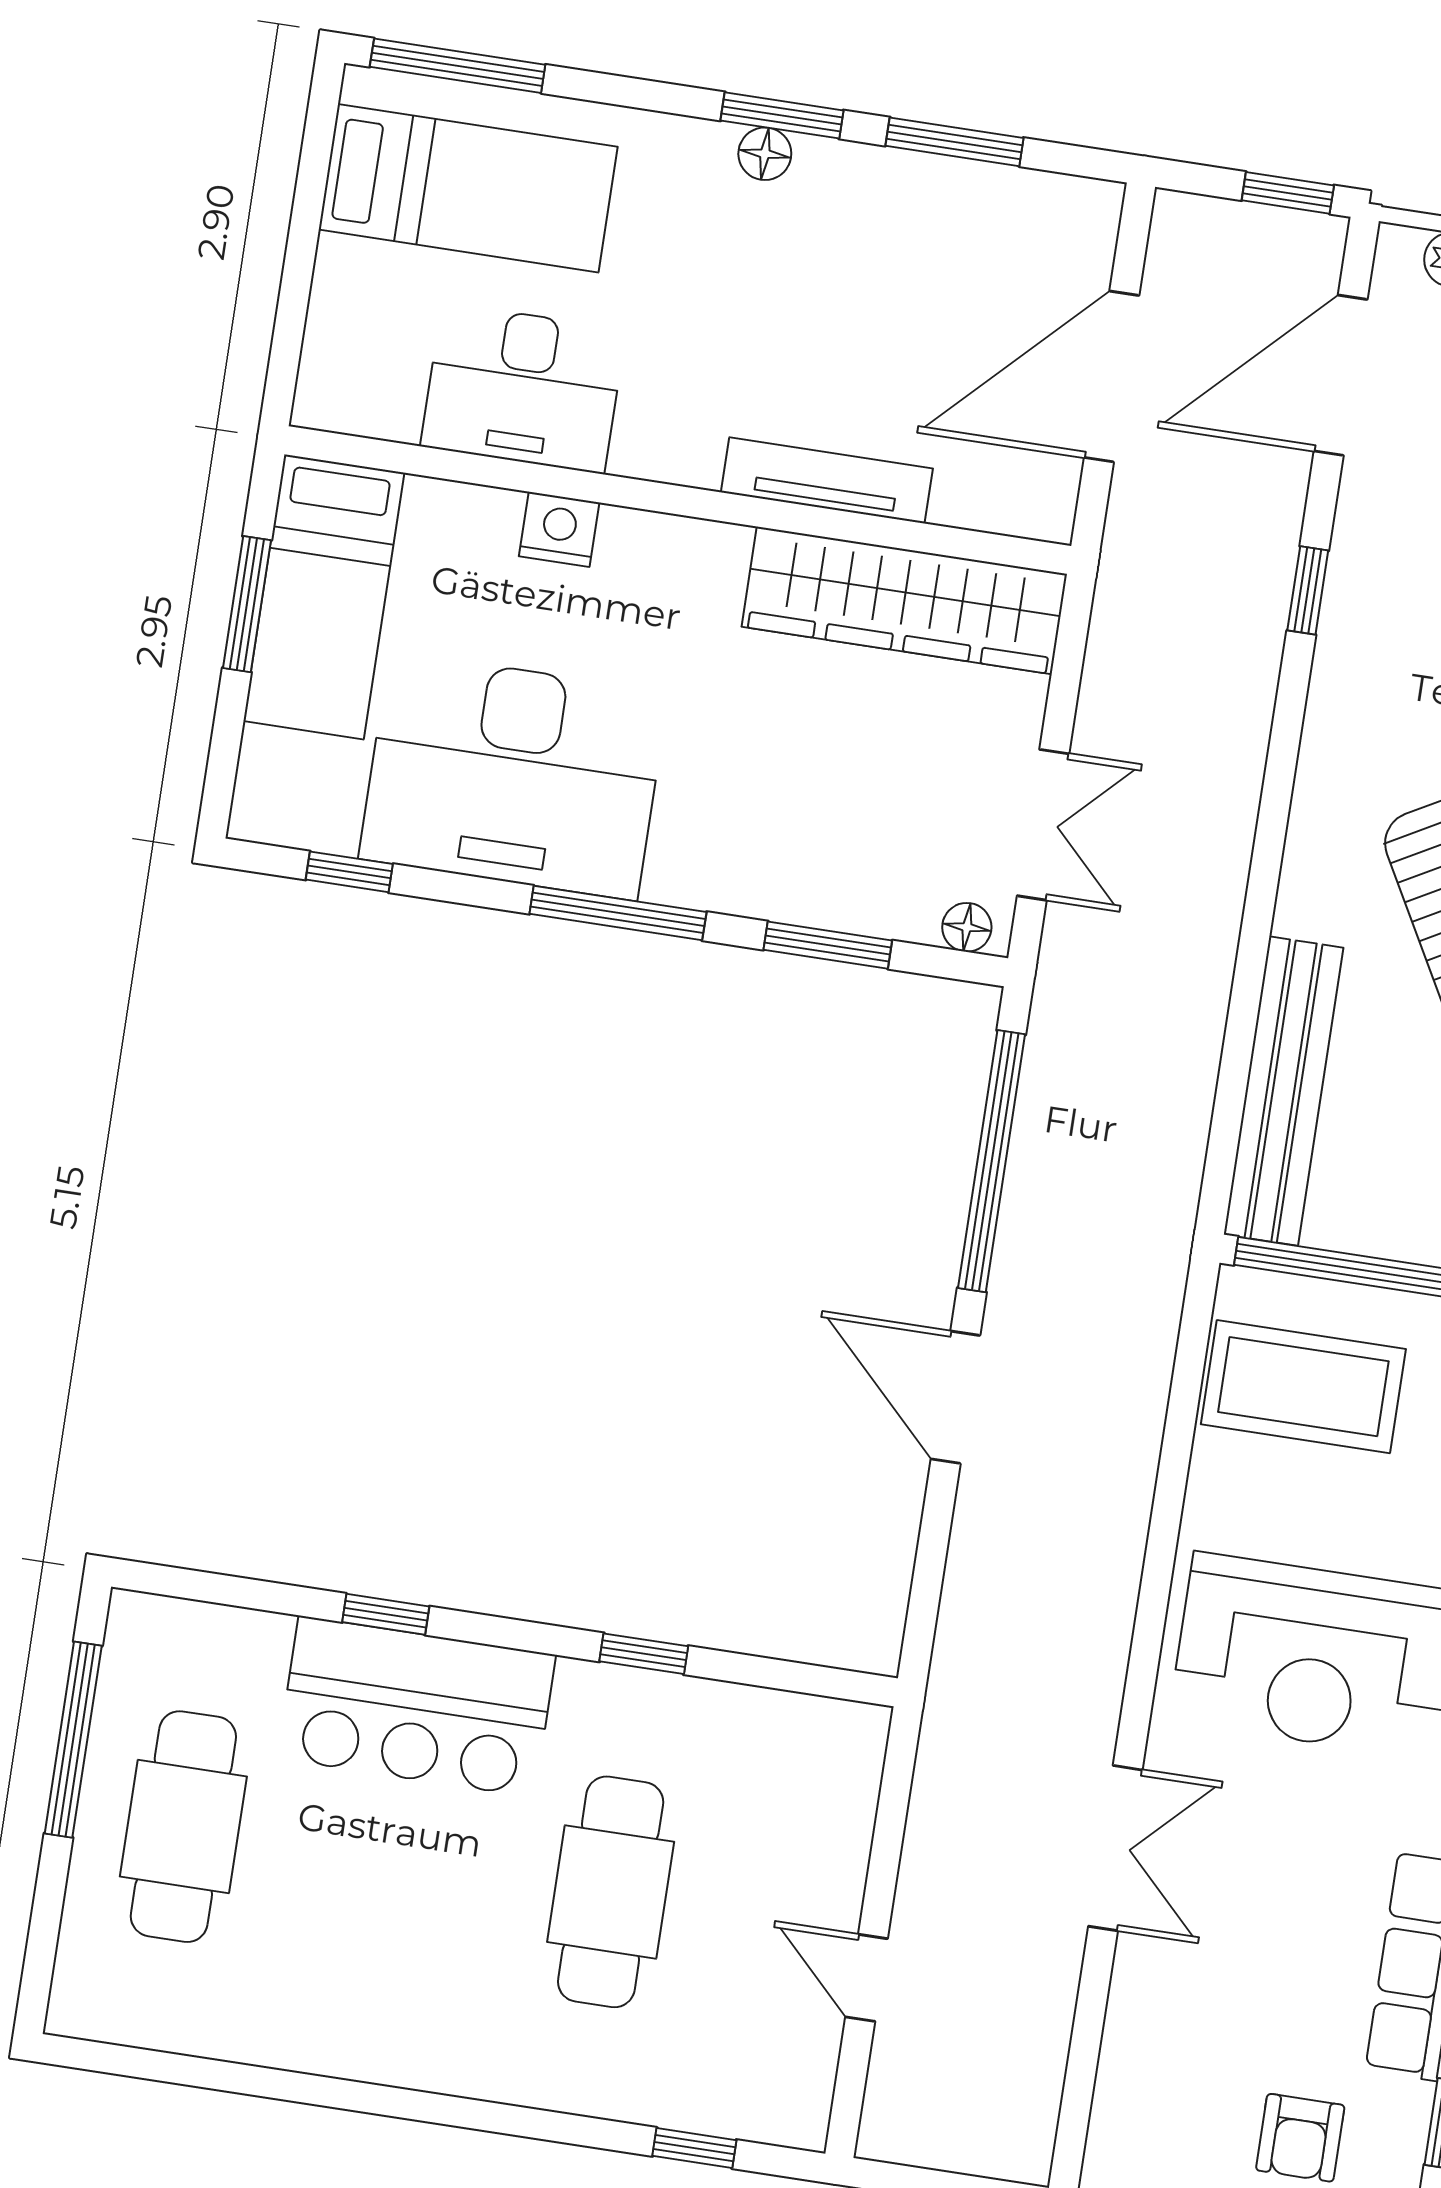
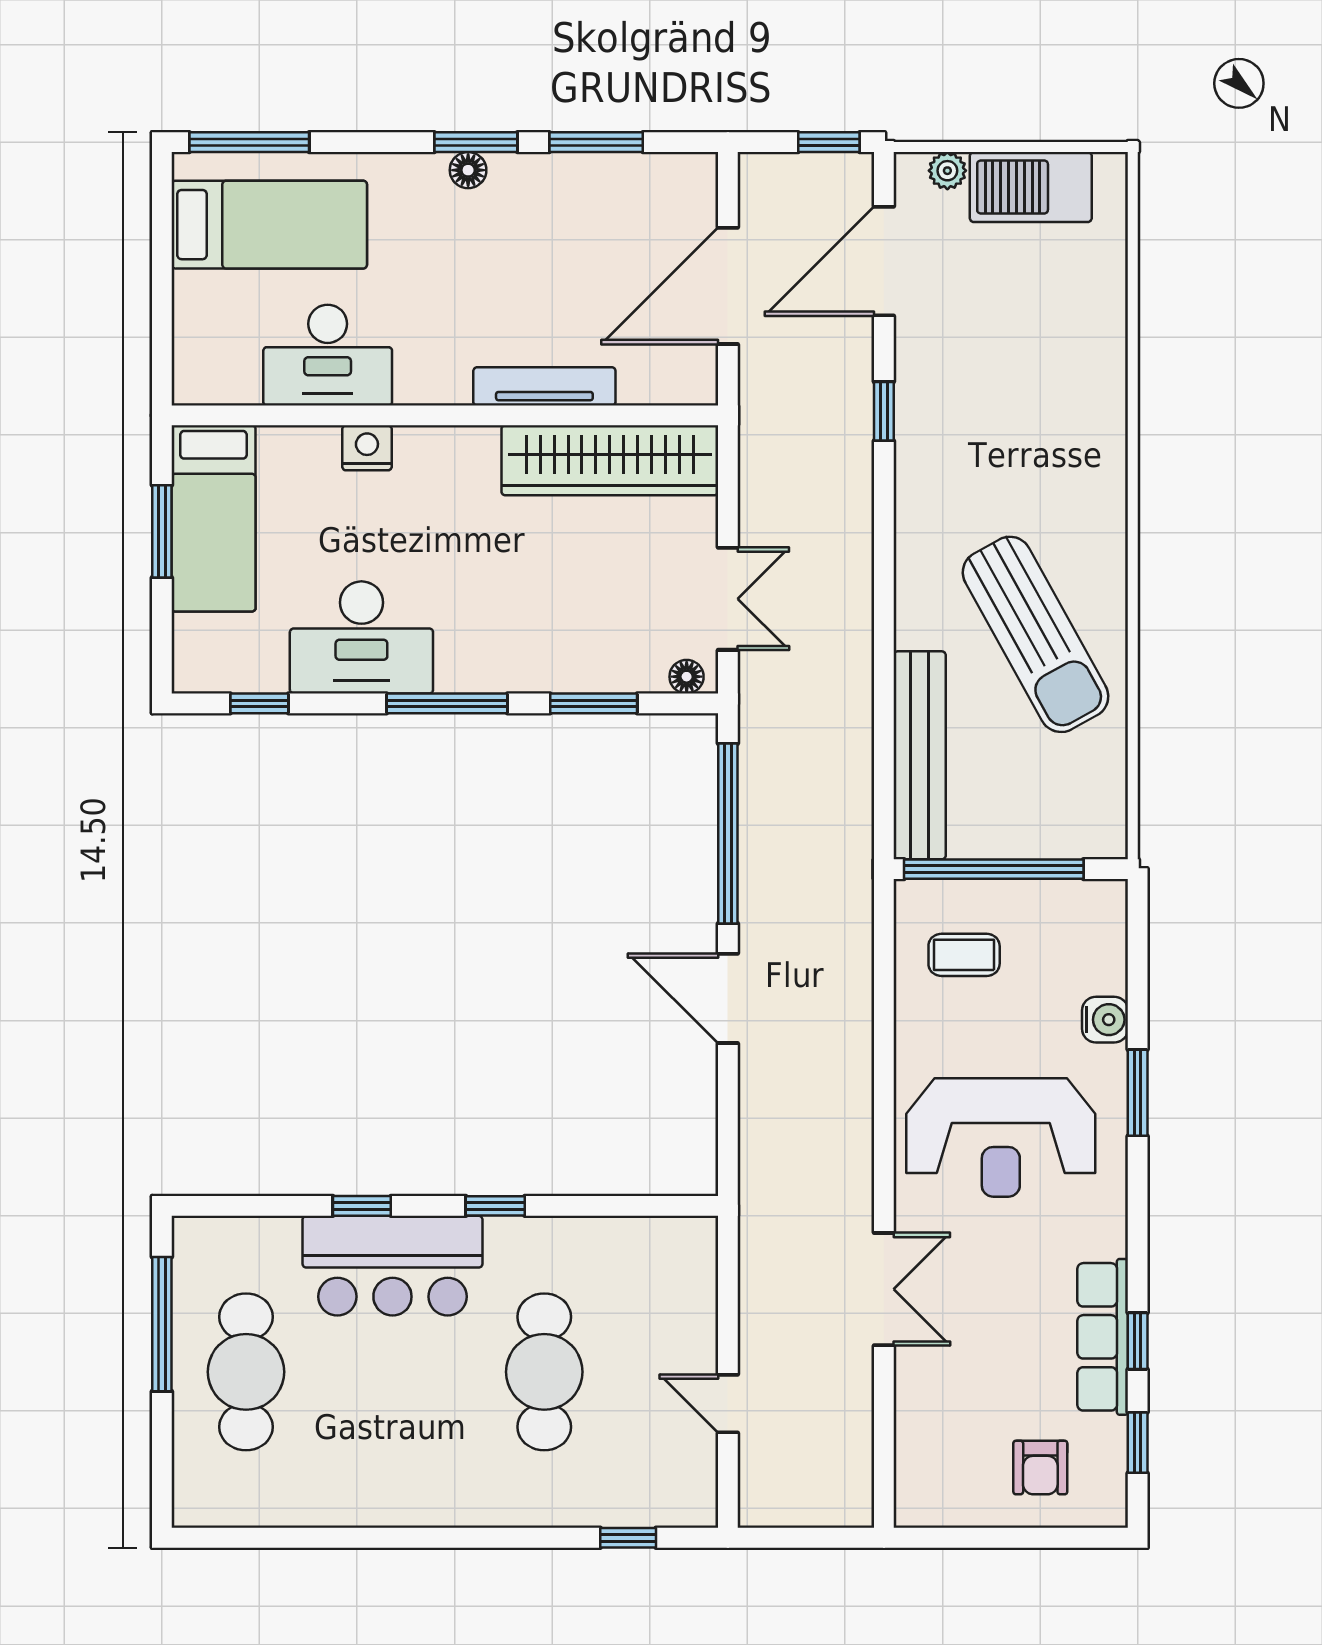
desk: (513, 776) -> (361, 637), width x0.73, depth x0.77
coffee table: (1303, 1387) -> (964, 955), width x0.54, depth x0.58
window: (644, 1654) -> (495, 1206), moved

